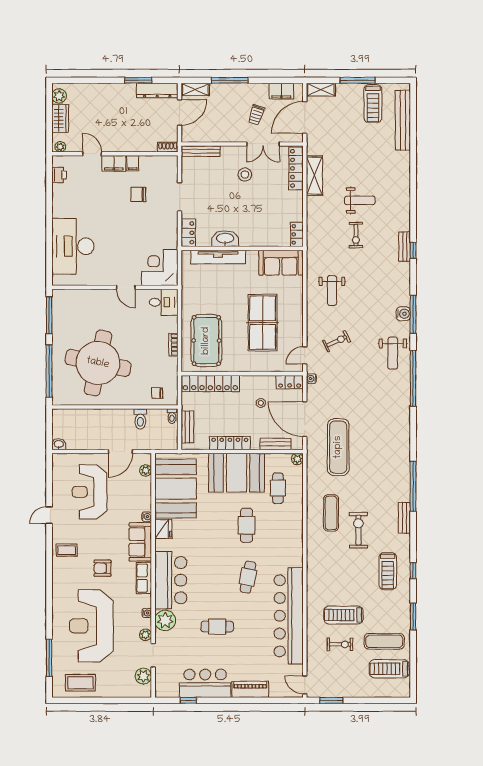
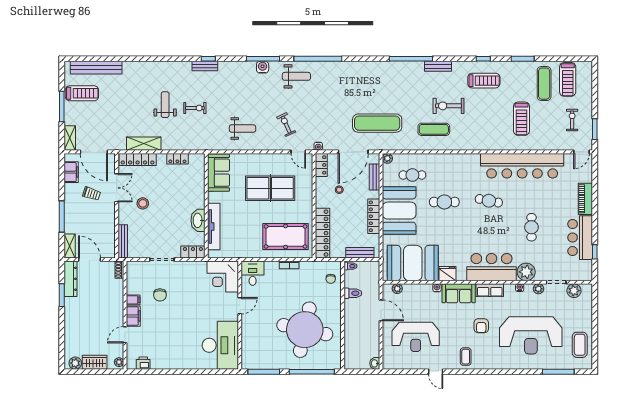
locker: (297, 234) -> (177, 159), moved
desk: (73, 246) -> (220, 345), moved, turned -90
exercise bike: (340, 644) -> (572, 120), moved

